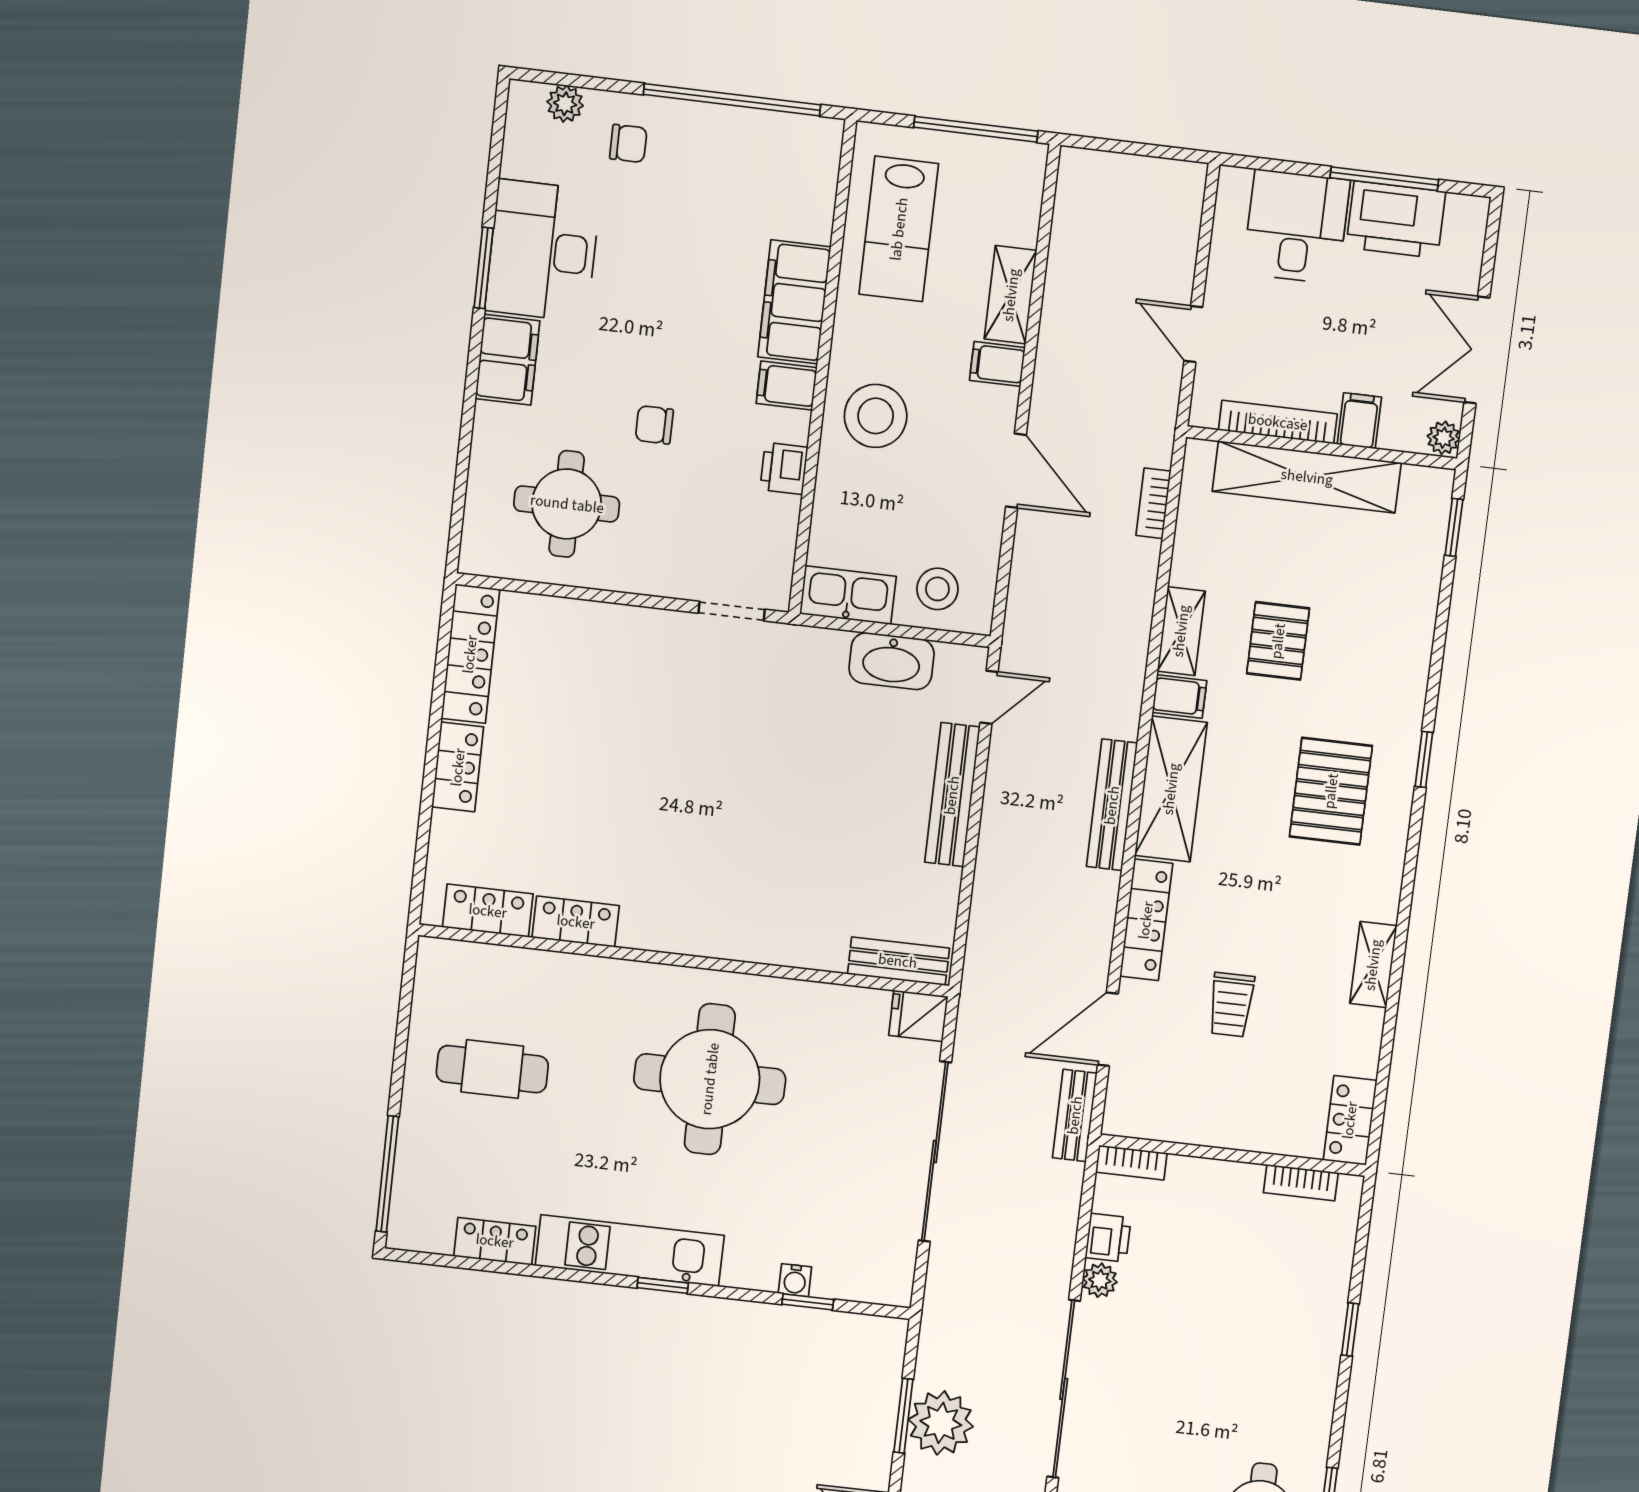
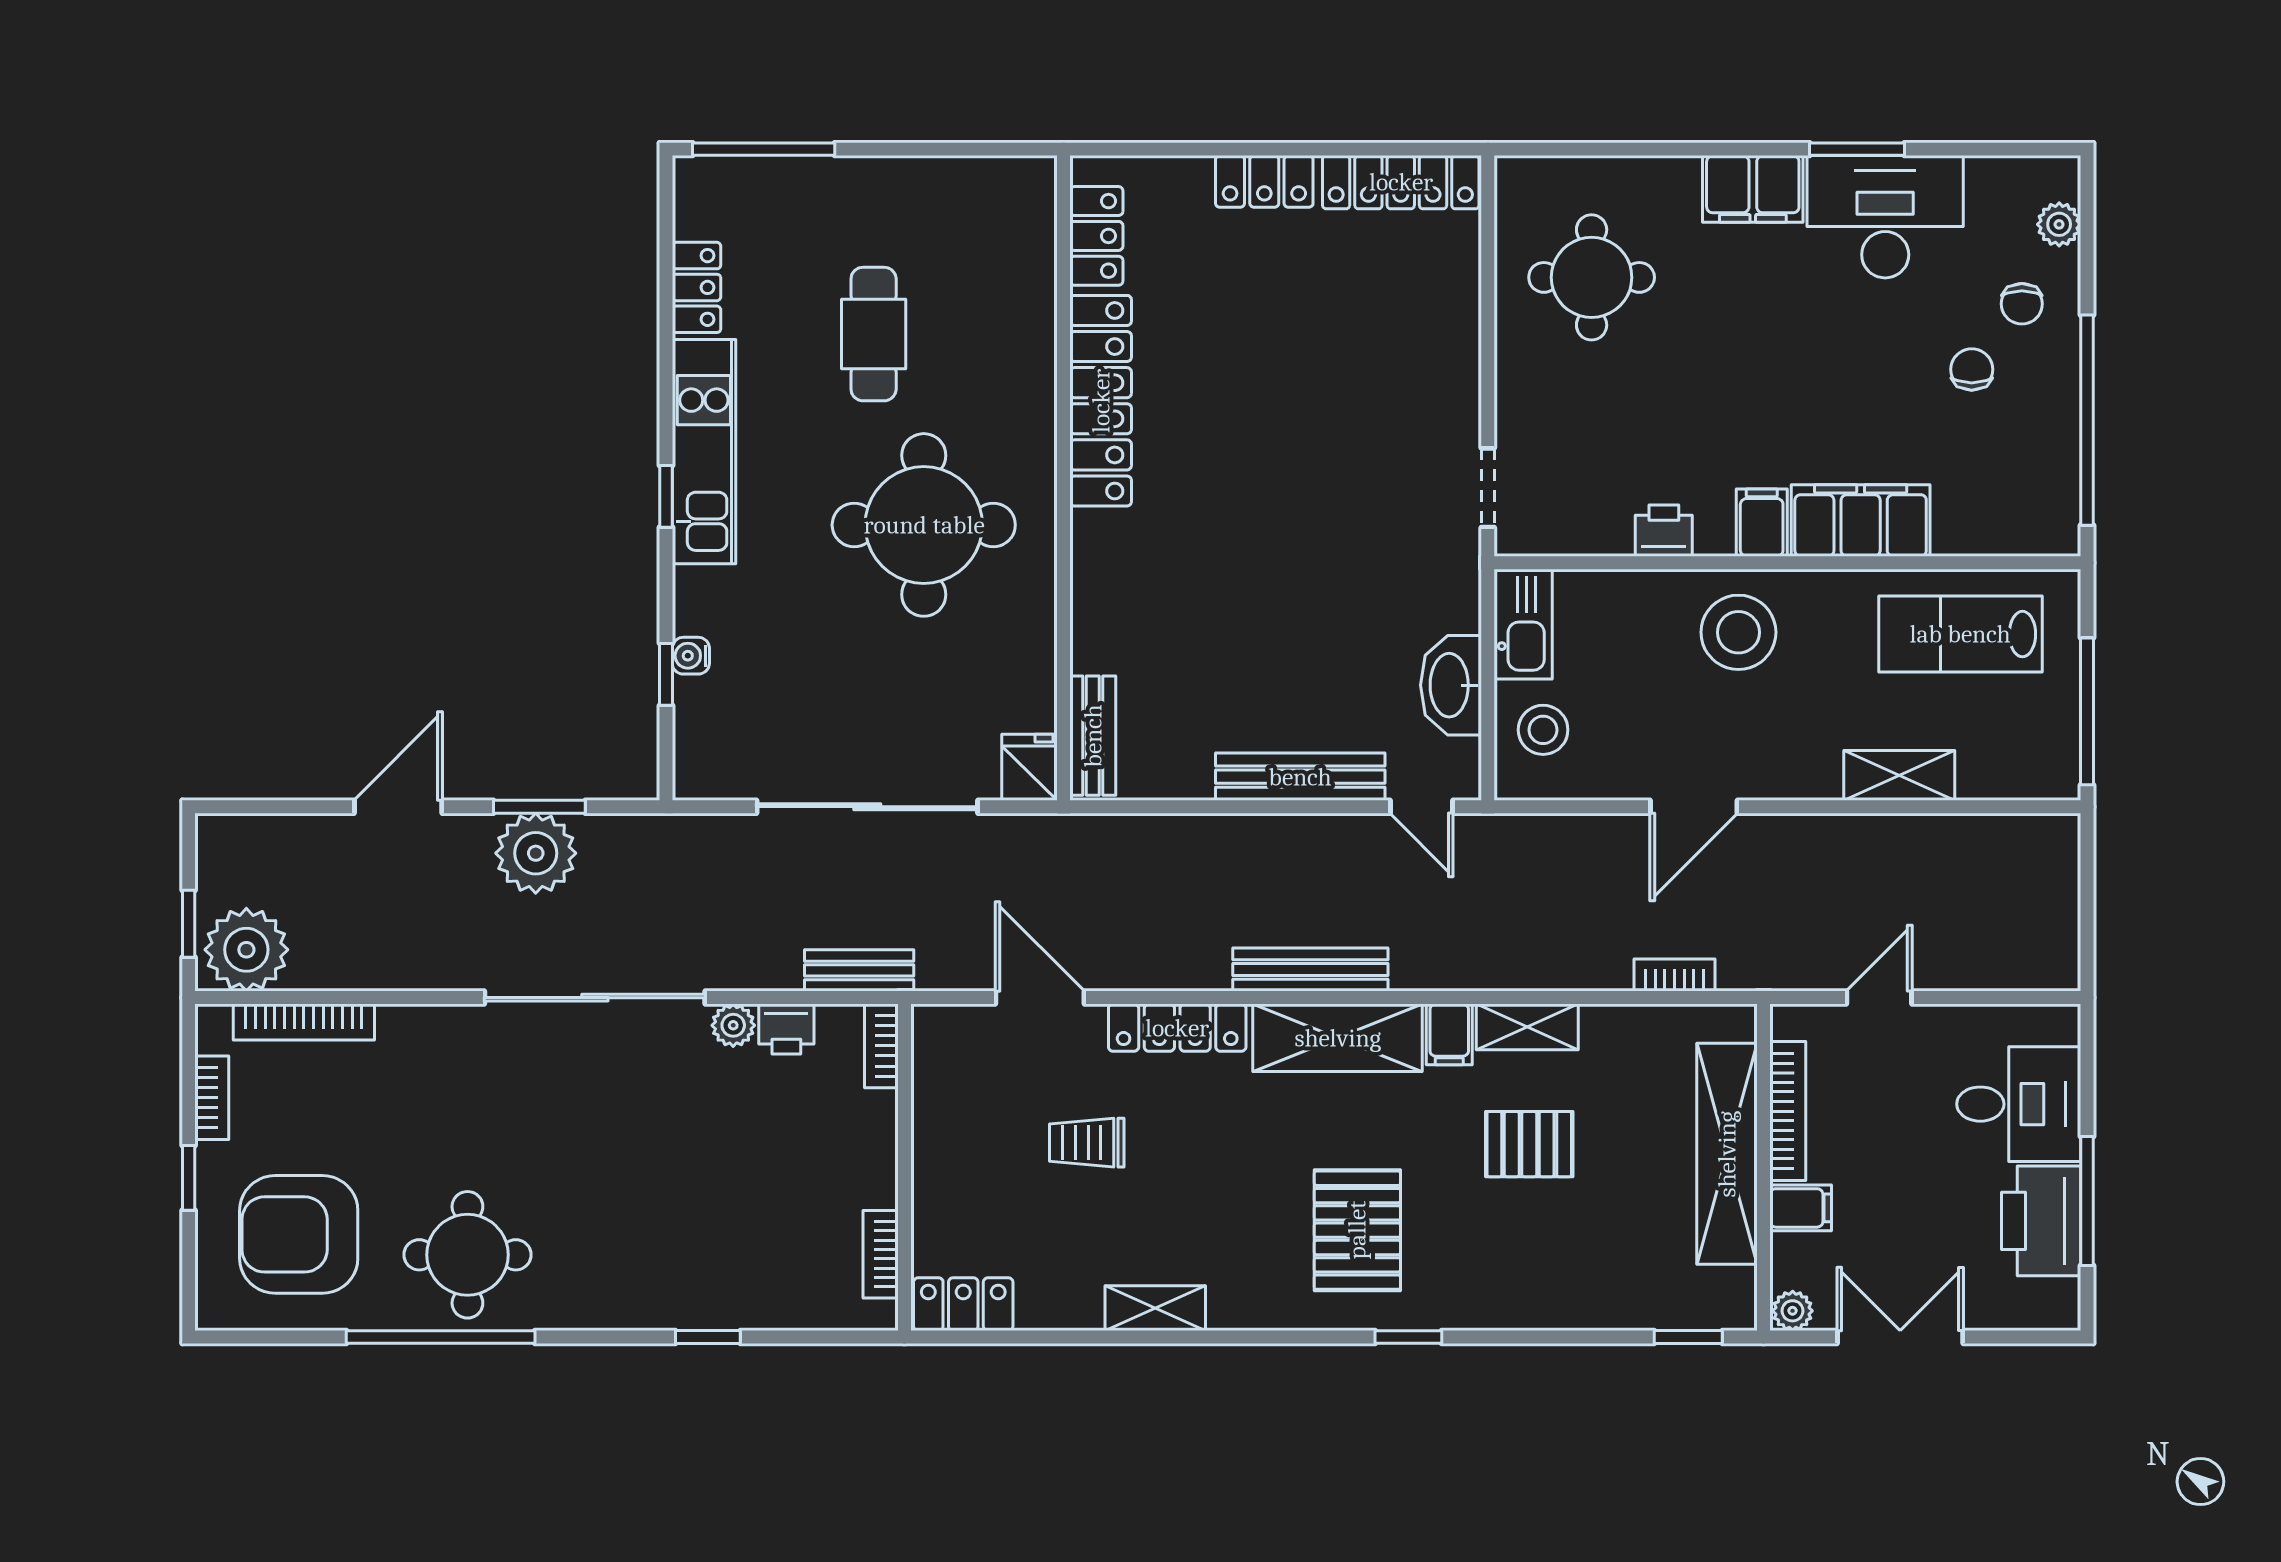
filing cabinet: (997, 364) -> (1817, 770), removed
chair: (654, 425) -> (1972, 369), moved
pallet: (1331, 791) -> (1357, 1230), turned 90
locker: (576, 922) -> (1101, 401), width x2.16, depth x1.21
cafe table: (492, 1069) -> (874, 334), moved
bench: (1075, 1115) -> (859, 970), moved

